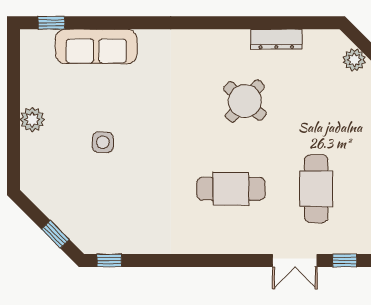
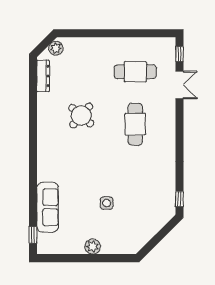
dresser: (276, 39) -> (43, 76), moved
window: (55, 234) -> (163, 232), removed

